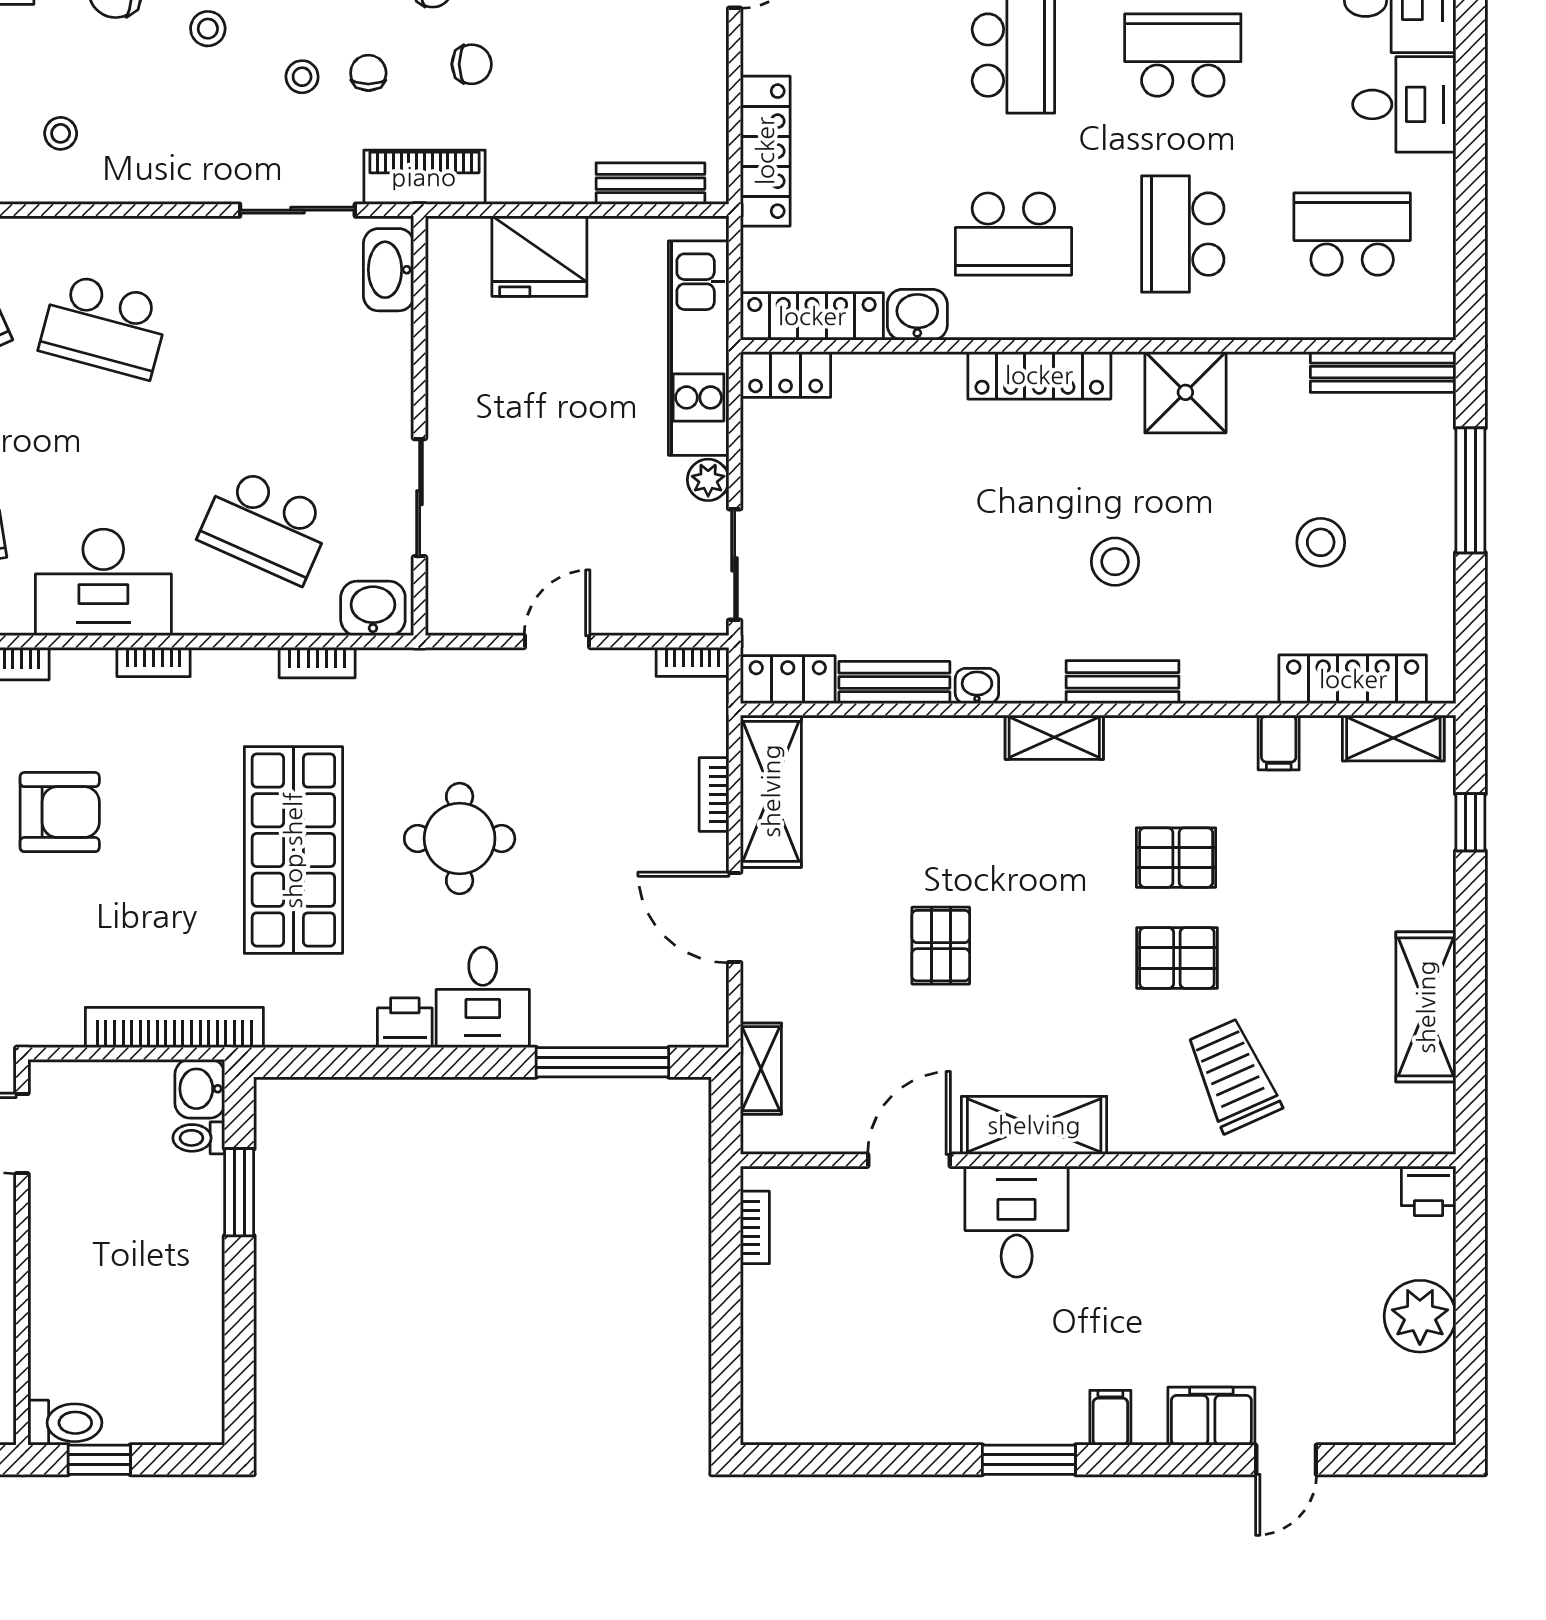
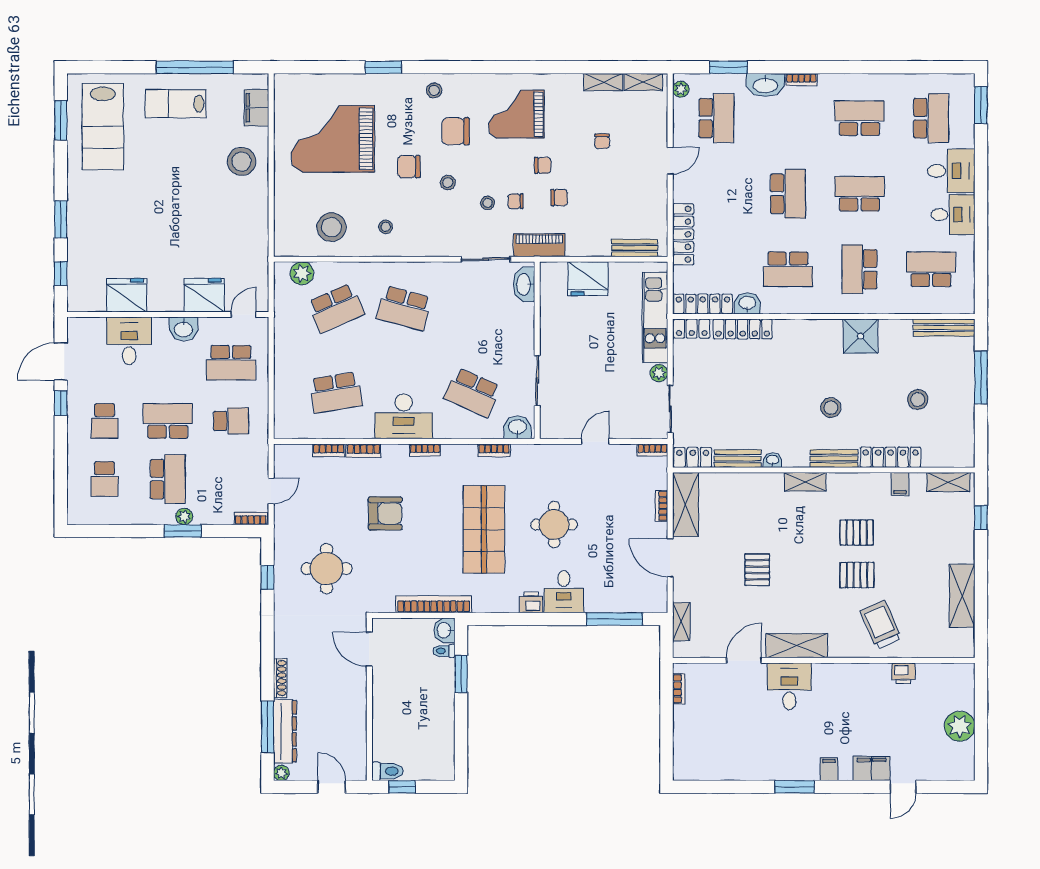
chair: (368, 73) -> (516, 201), turned -90
locker: (1039, 375) -> (743, 329), moved
locker: (1353, 679) -> (891, 457), moved
printer: (1429, 1191) -> (903, 673), moved

